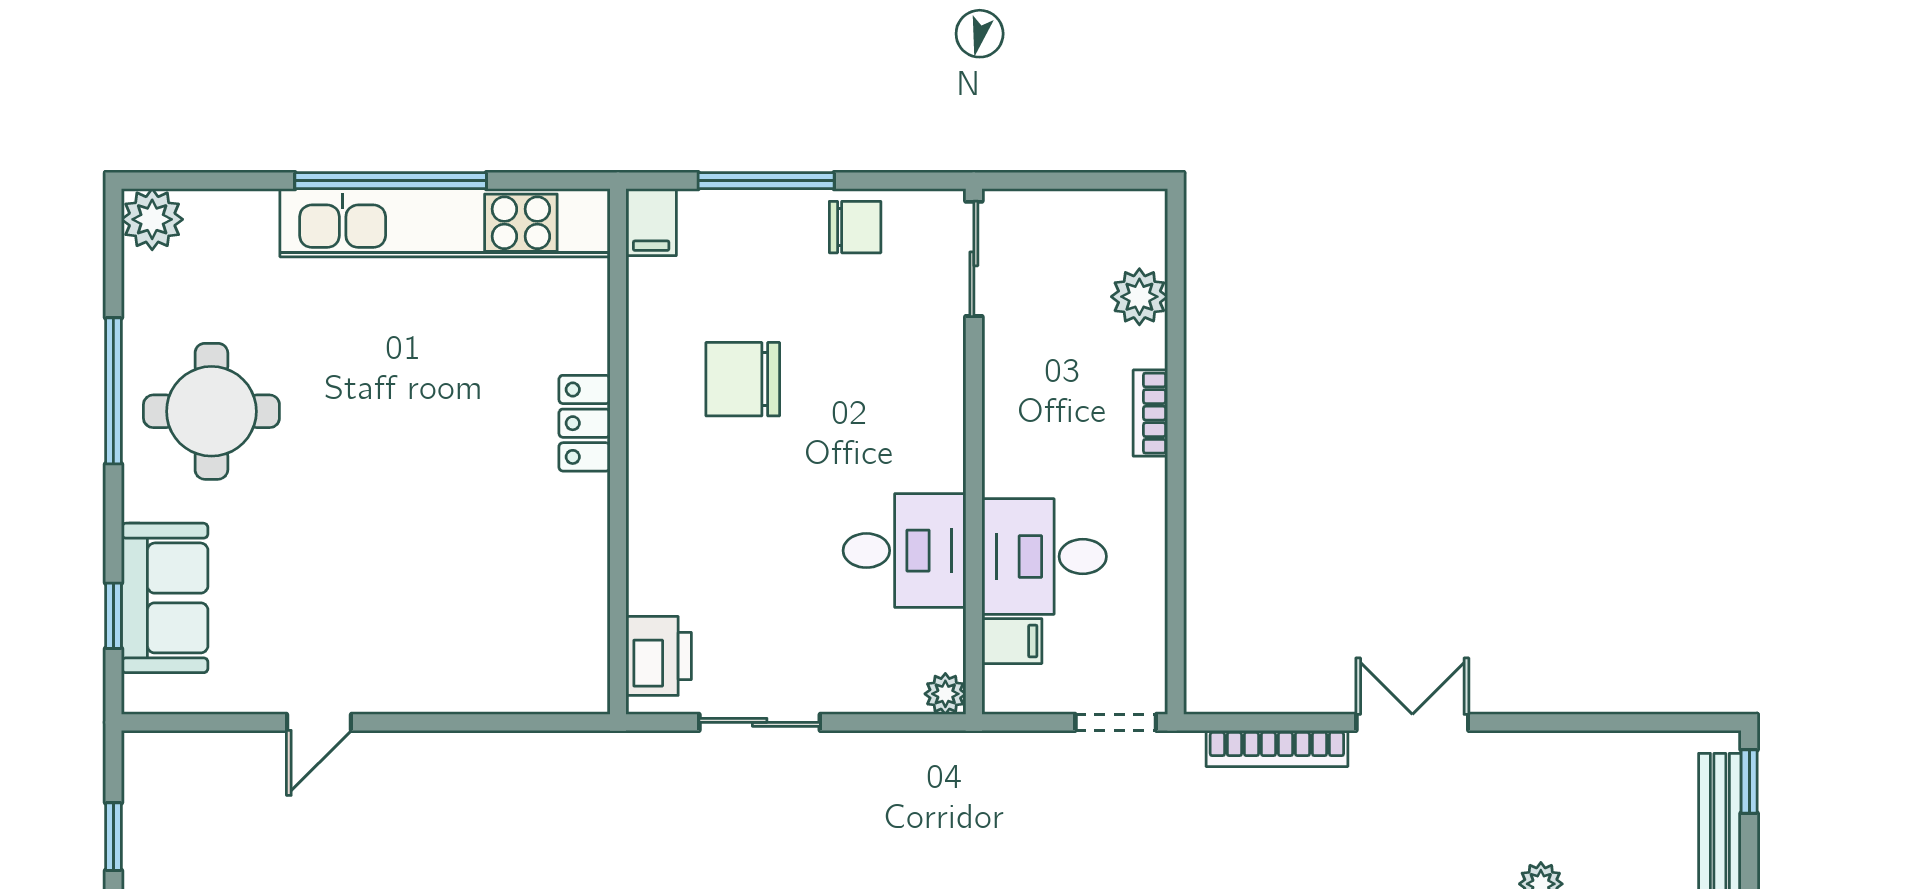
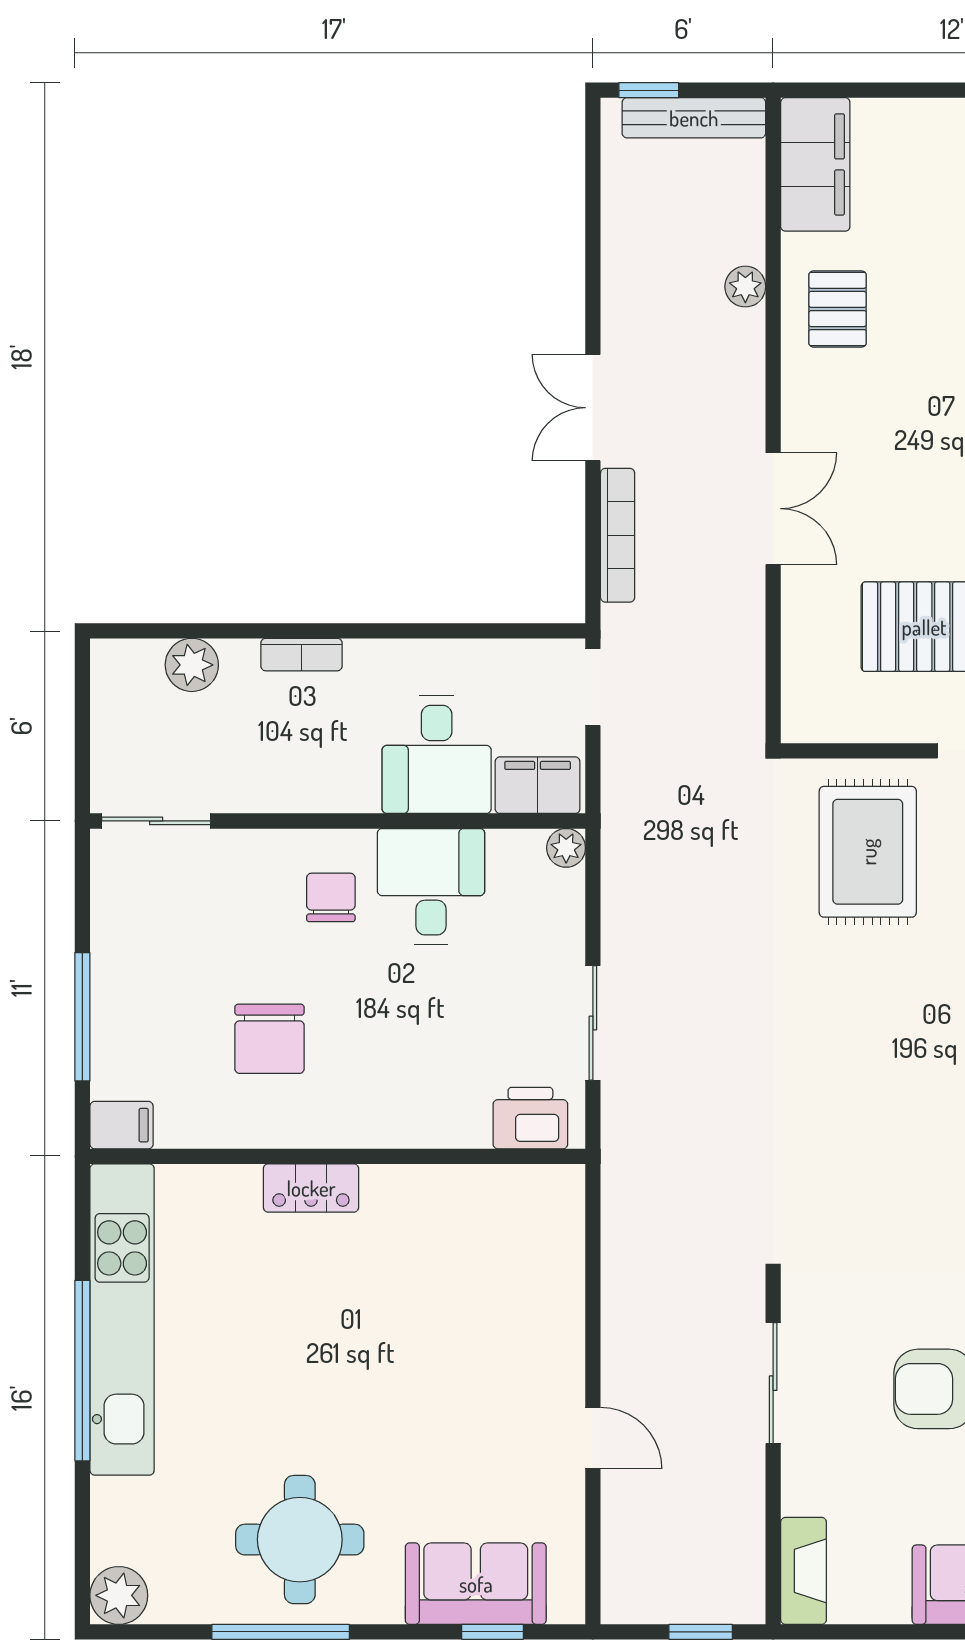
chair: (855, 227) -> (331, 897), moved
filing cabinet: (1012, 641) -> (538, 785), width x2.00

